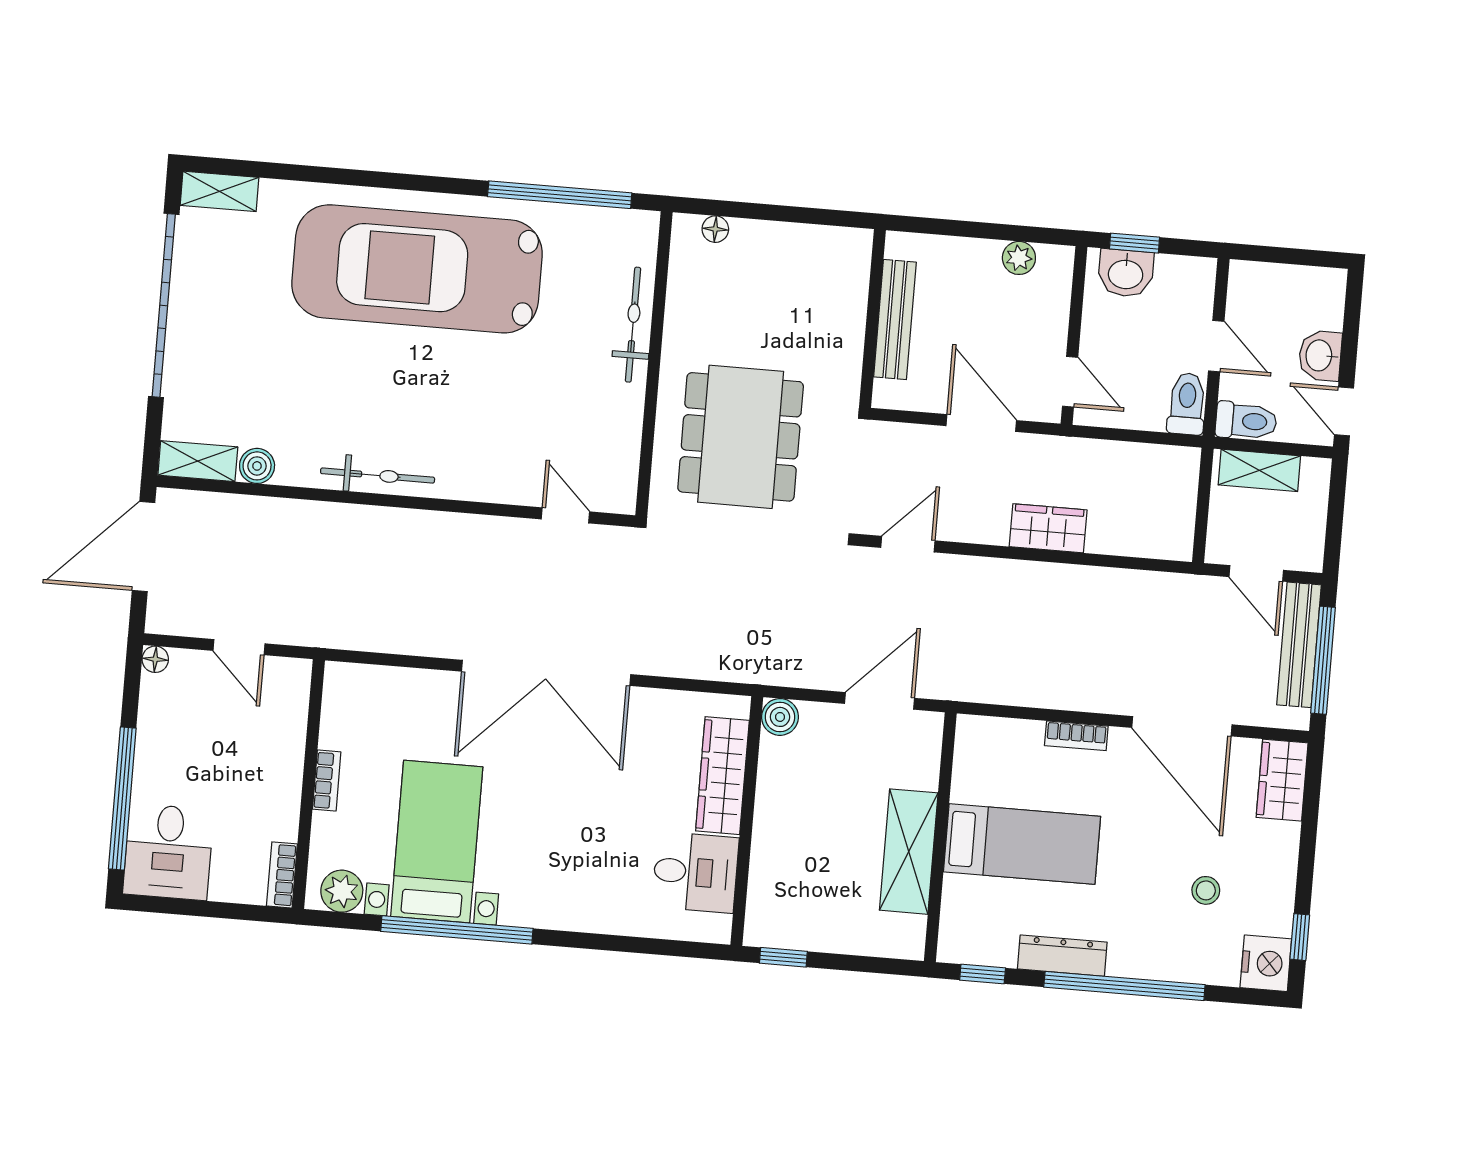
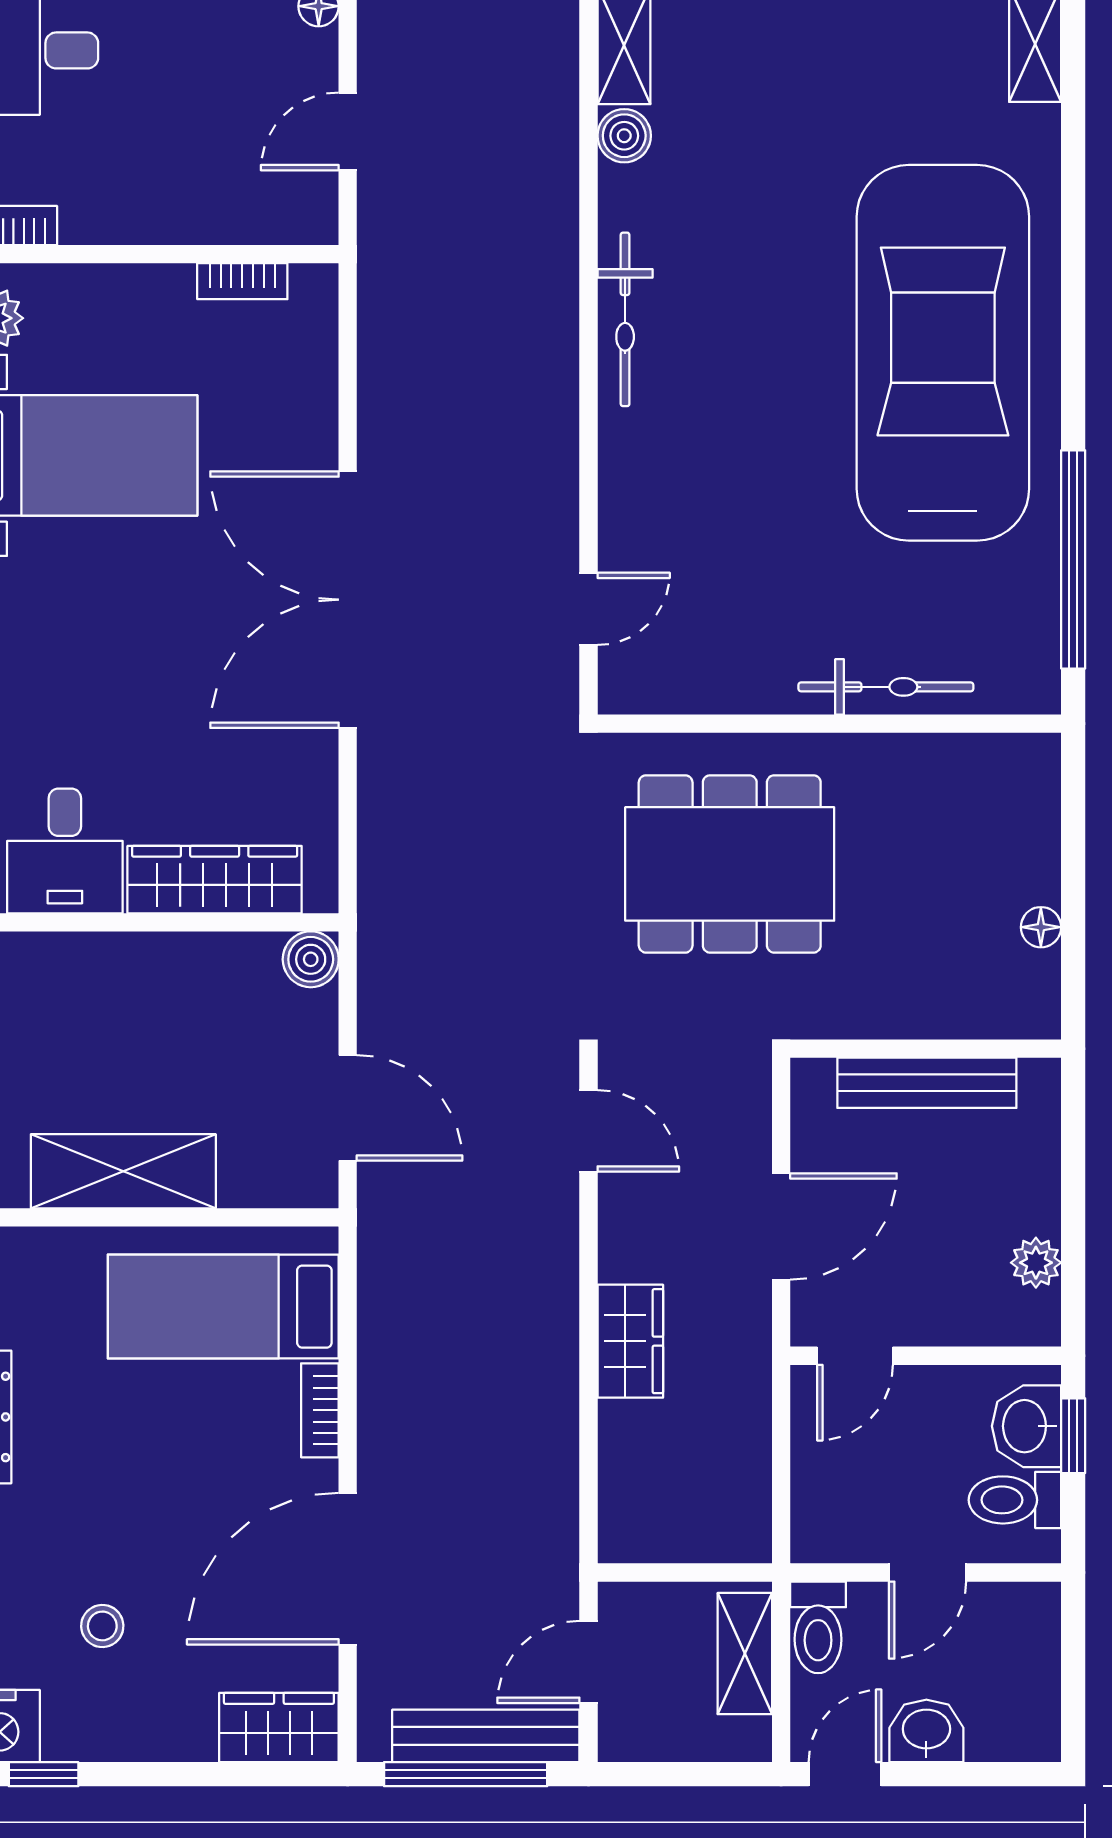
floor lamp: (715, 229) -> (1041, 927), moved
toilet: (1187, 404) -> (1015, 1500), moved, turned 180
bookcase: (327, 781) -> (242, 281), moved
bed: (1022, 844) -> (223, 1307), moved, turned 90

